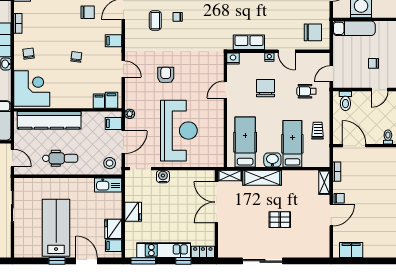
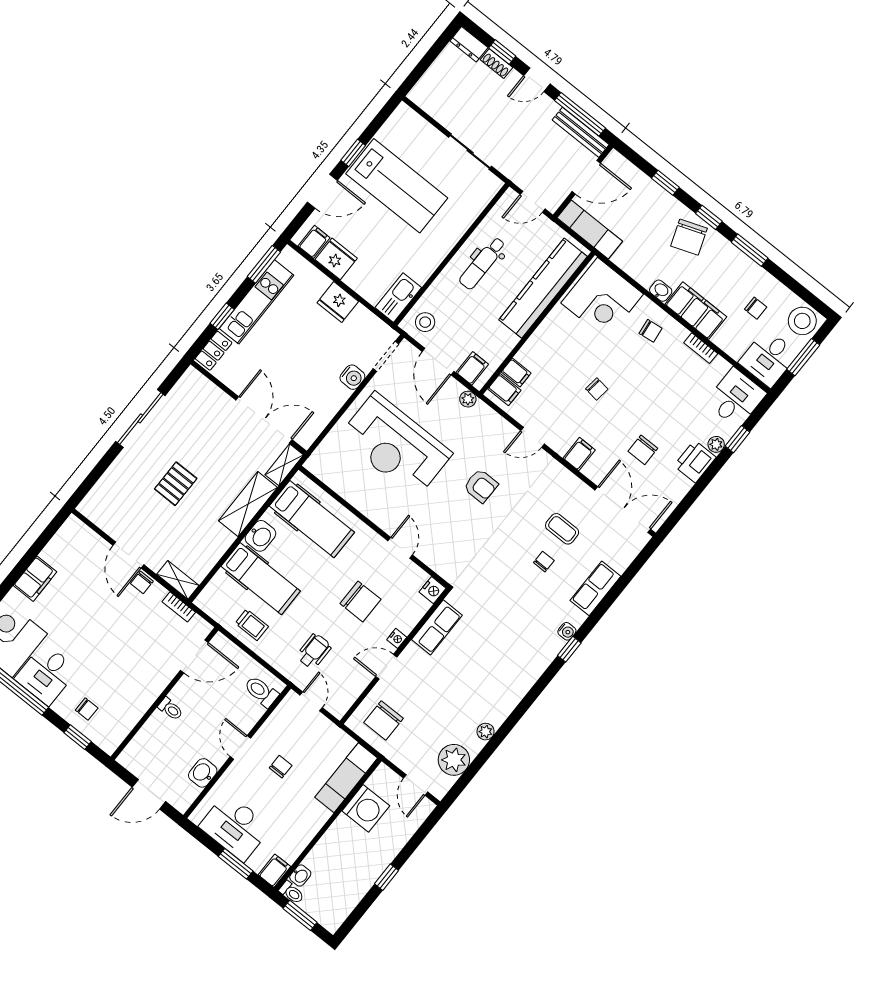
filing cabinet: (351, 250) -> (35, 579), moved

